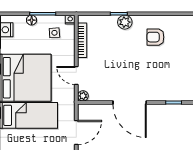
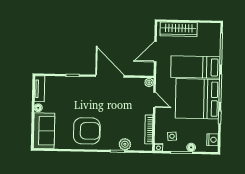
plant: (125, 22) -> (125, 144), moved
armchair: (155, 37) -> (87, 131), width x1.88, depth x1.88

